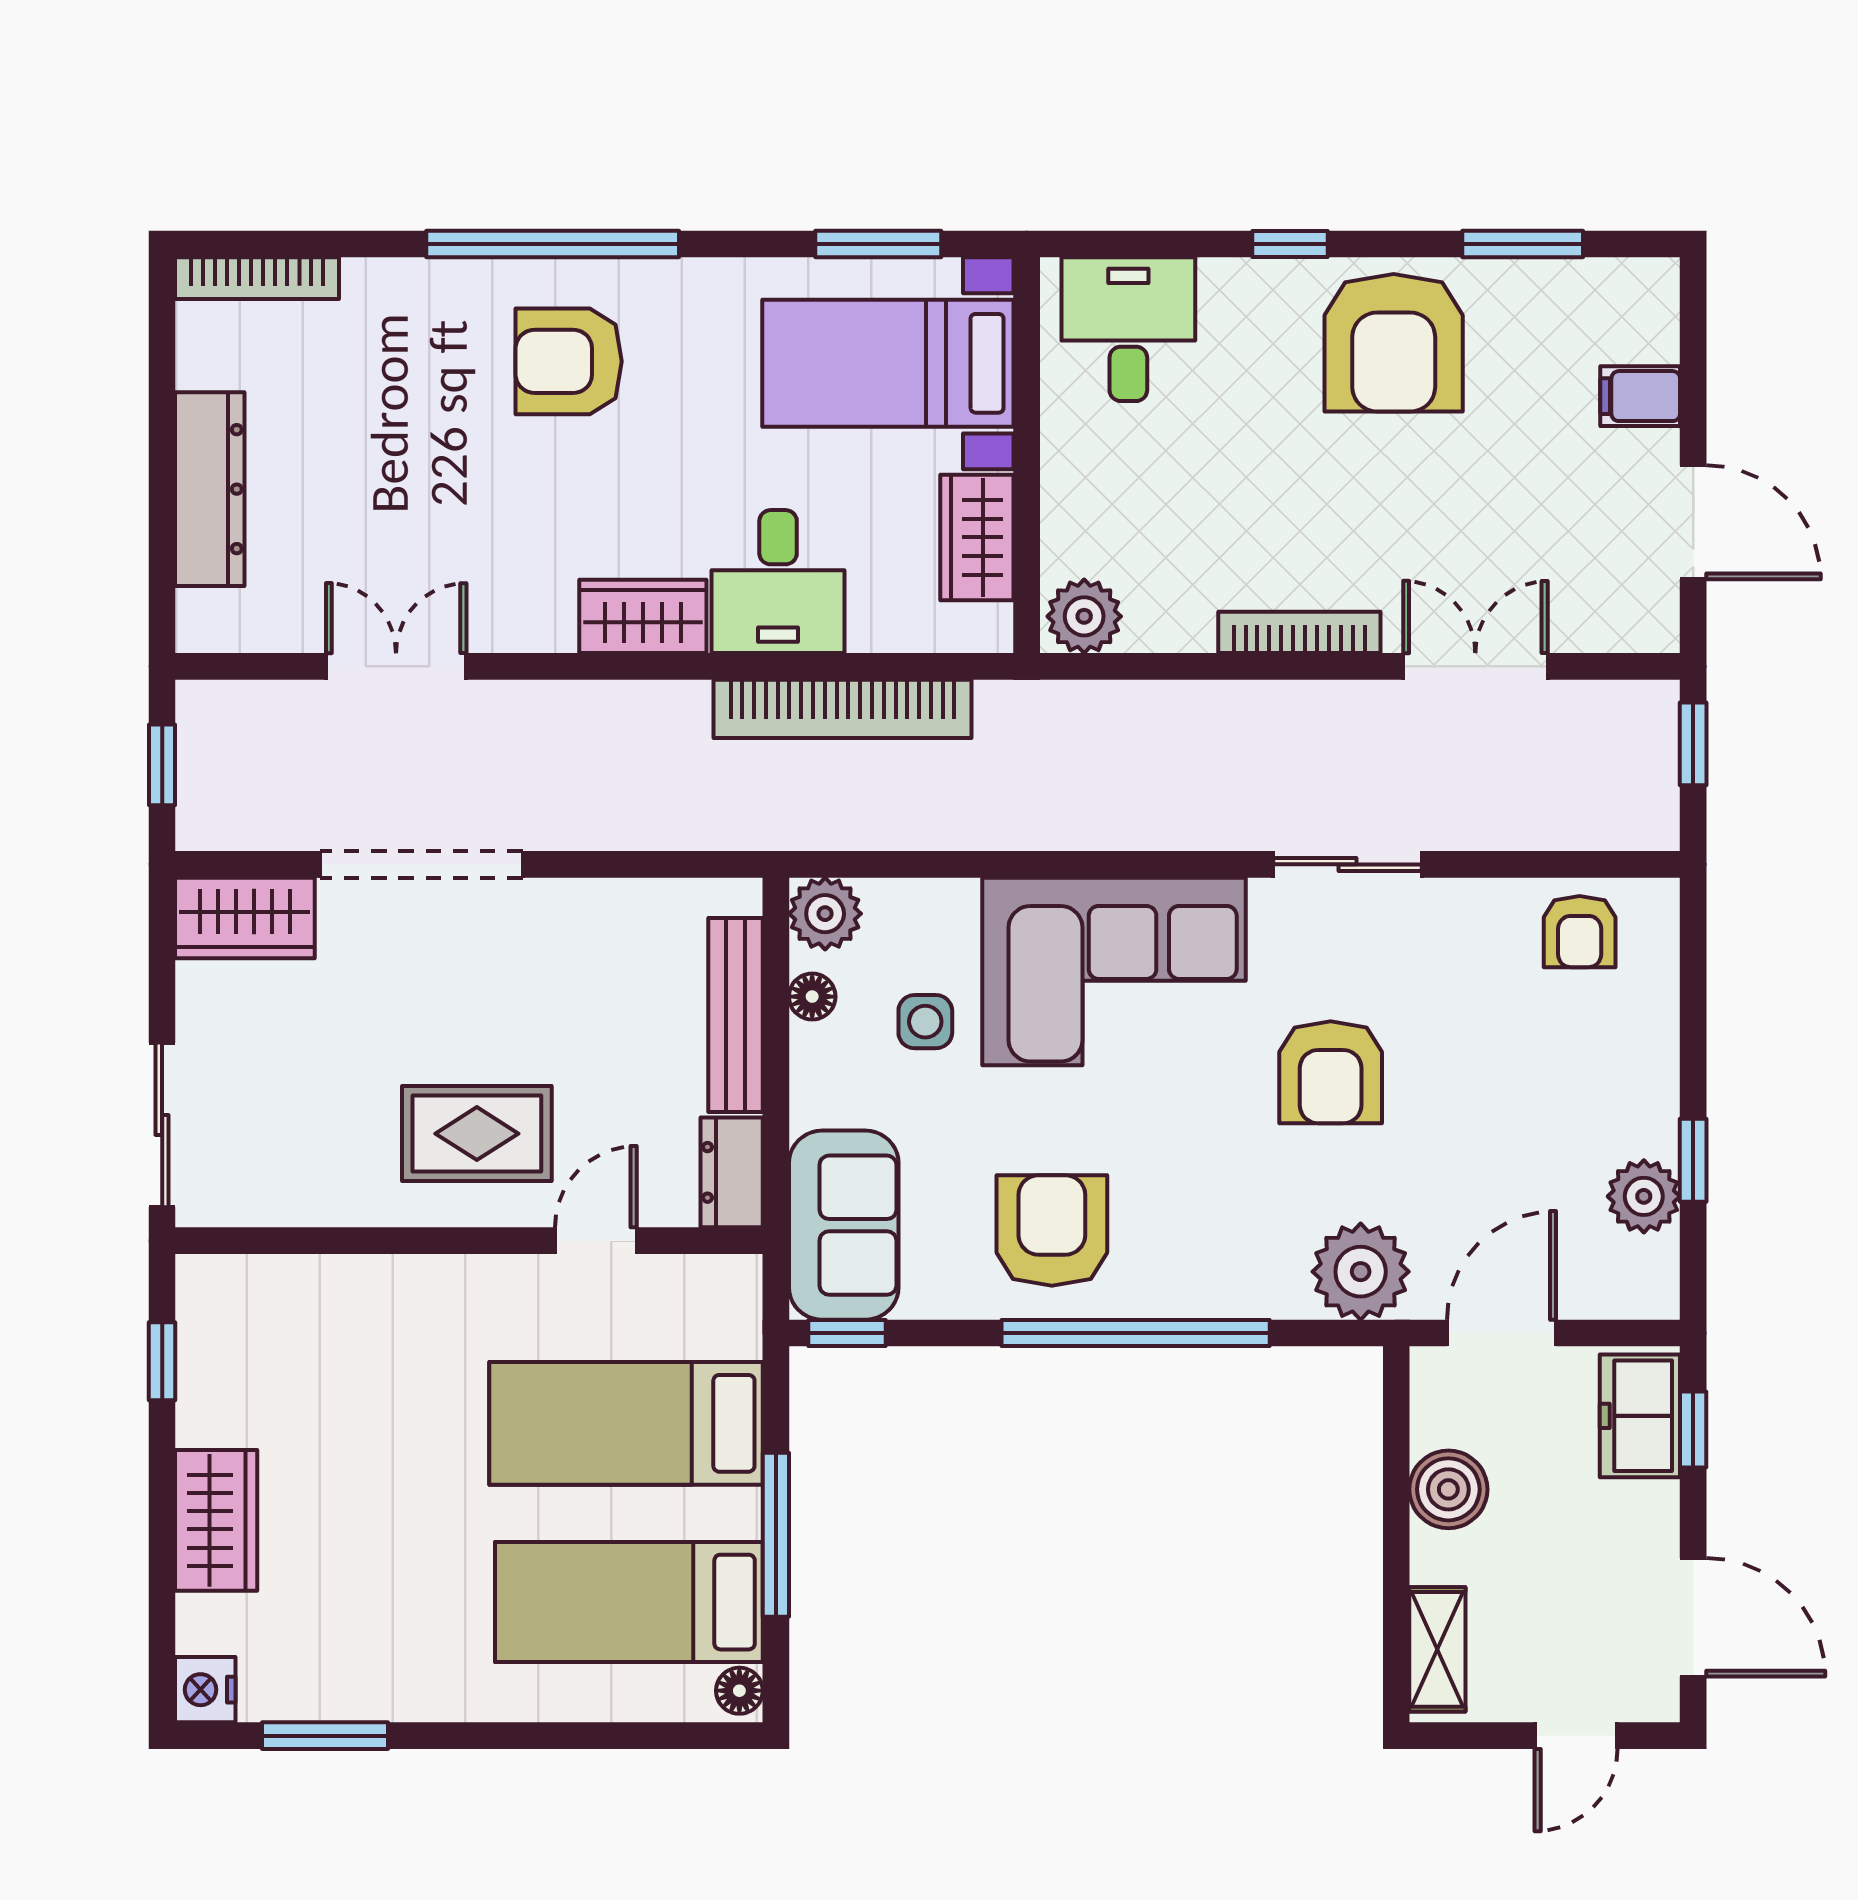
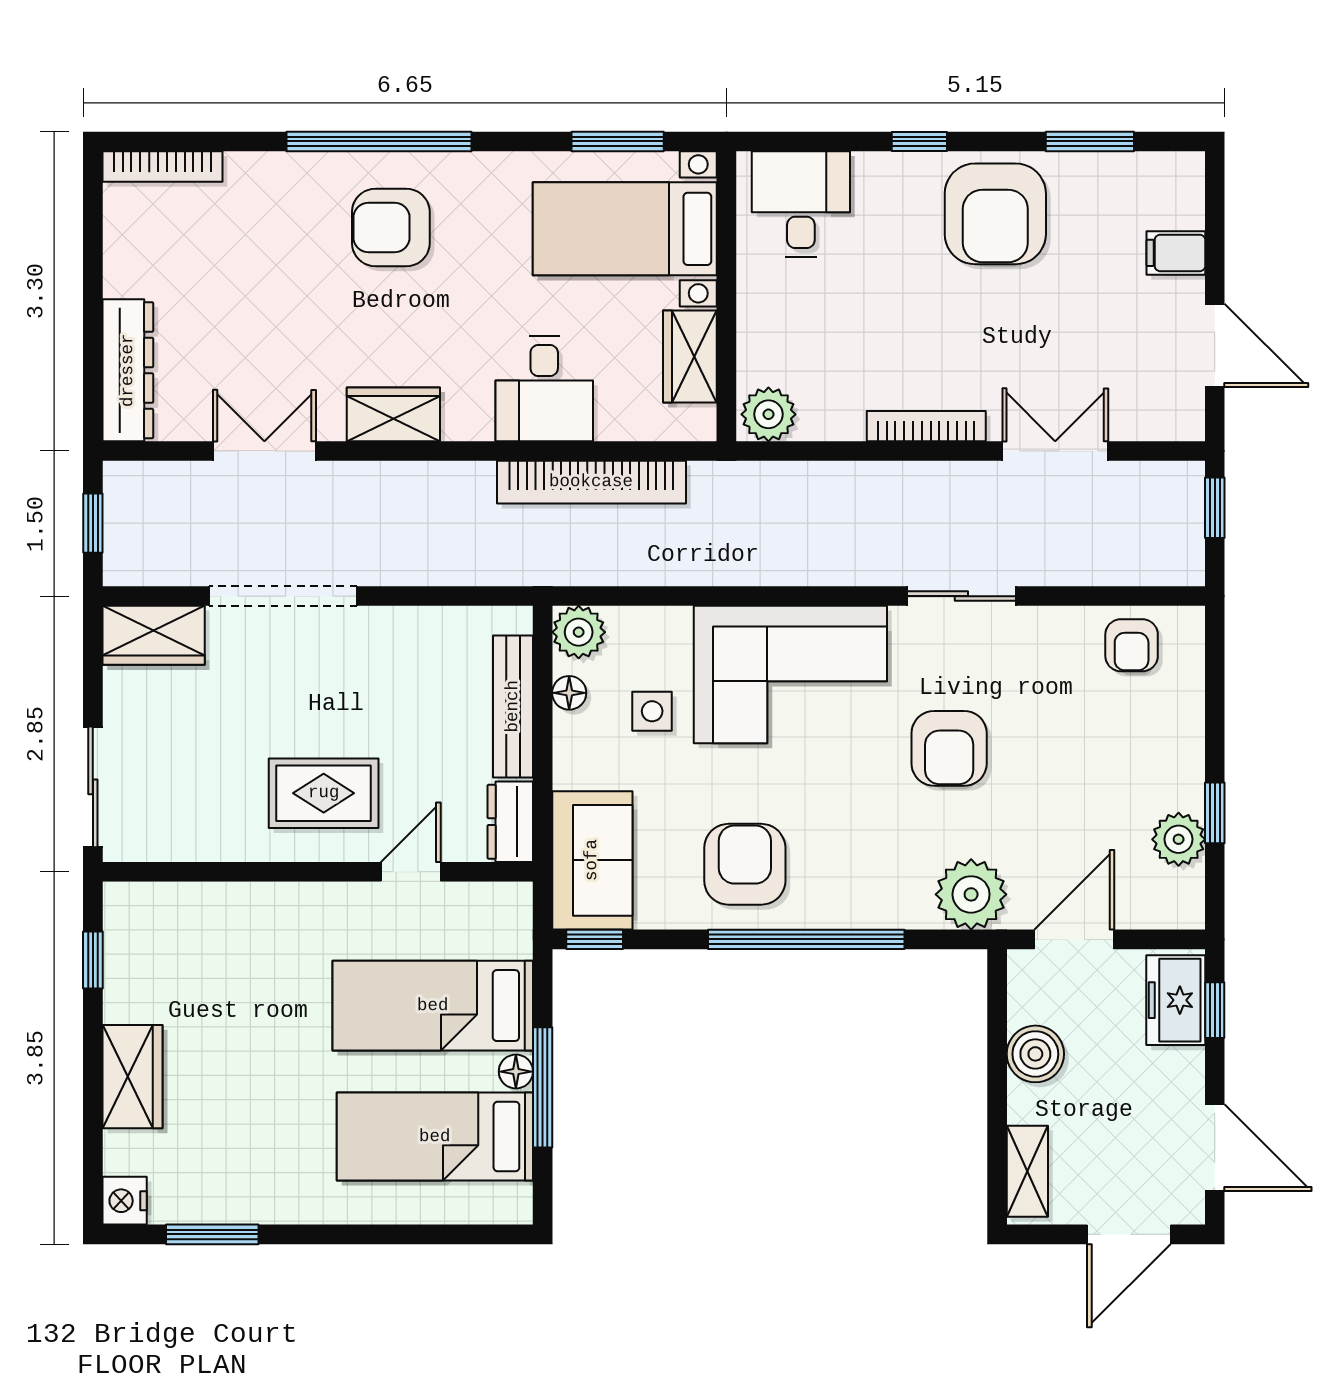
dresser: (210, 489) -> (128, 370), moved
wardrobe: (643, 616) -> (393, 414), moved
floor lamp: (739, 1691) -> (516, 1072), moved
door: (1576, 1736) -> (1129, 1234), width x1.38

